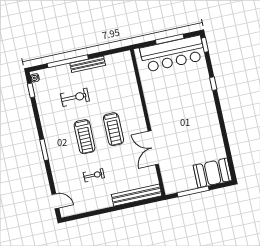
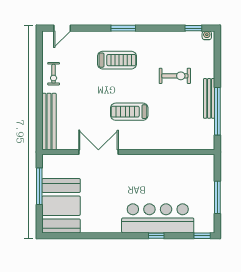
bar counter: (173, 54) -> (158, 218), moved, turned 90
window: (68, 61) -> (217, 111), moved
exercise bike: (75, 97) -> (175, 76), turned -90
treadmill: (85, 137) -> (117, 60), moved, turned 180
booth: (213, 173) -> (61, 206), width x1.36, depth x1.42
exercise bike: (94, 175) -> (54, 74), moved

